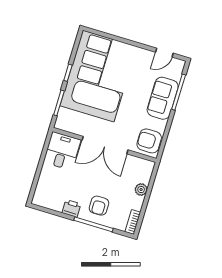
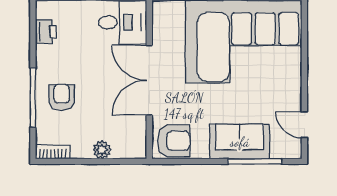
armchair: (149, 141) -> (174, 141), turned 90
armchair: (99, 206) -> (62, 97), turned 90
printer: (71, 208) -> (46, 32), moved

